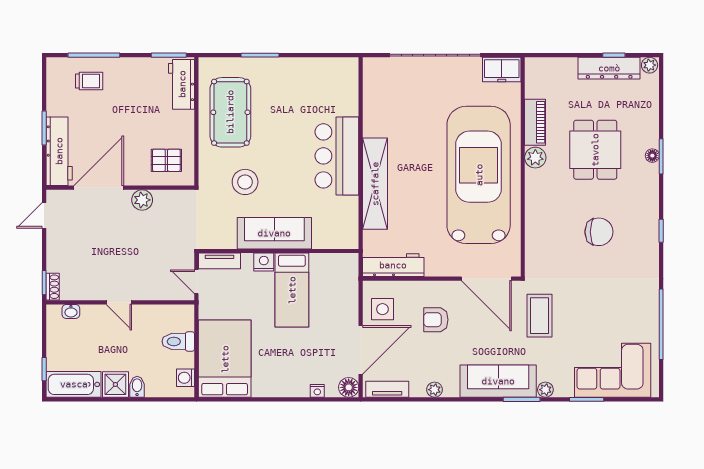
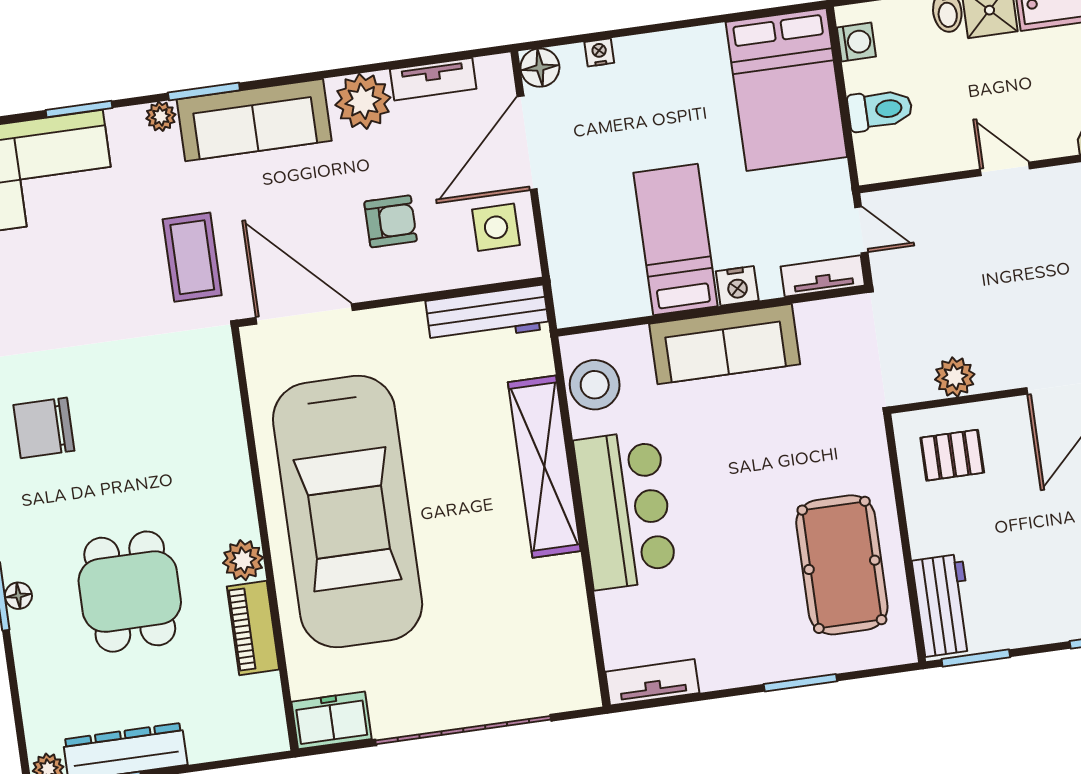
tv unit: (335, 66) -> (652, 682), added
stool: (245, 182) -> (595, 385), moved
plant: (142, 200) -> (955, 377), moved
chair: (599, 232) -> (44, 428), moved
tv unit: (387, 389) -> (433, 79), moved
plant: (435, 390) -> (363, 101), width x1.87, depth x1.87

